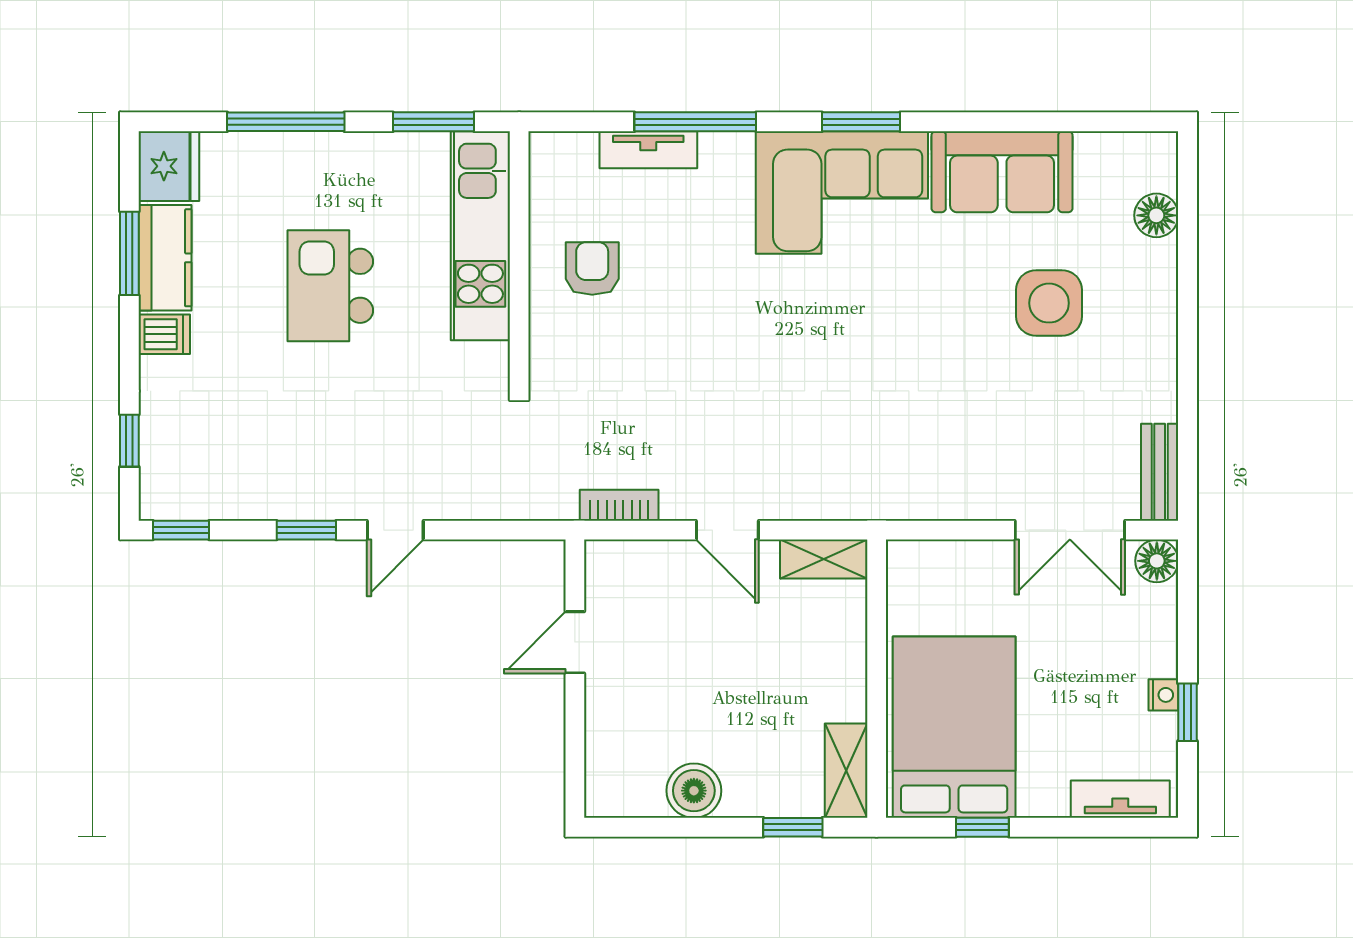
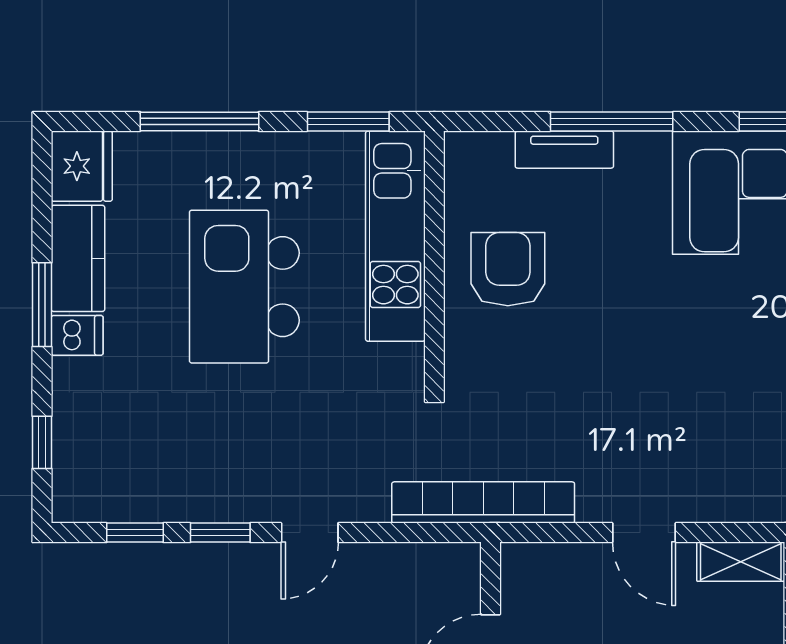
window: (129, 253) -> (42, 305), moved
armchair: (592, 269) -> (508, 269), width x1.38, depth x1.38
kitchen island: (330, 286) -> (244, 287), width x1.37, depth x1.28
bookcase: (619, 505) -> (483, 502), width x2.31, depth x1.31
window: (181, 530) -> (135, 533), moved

